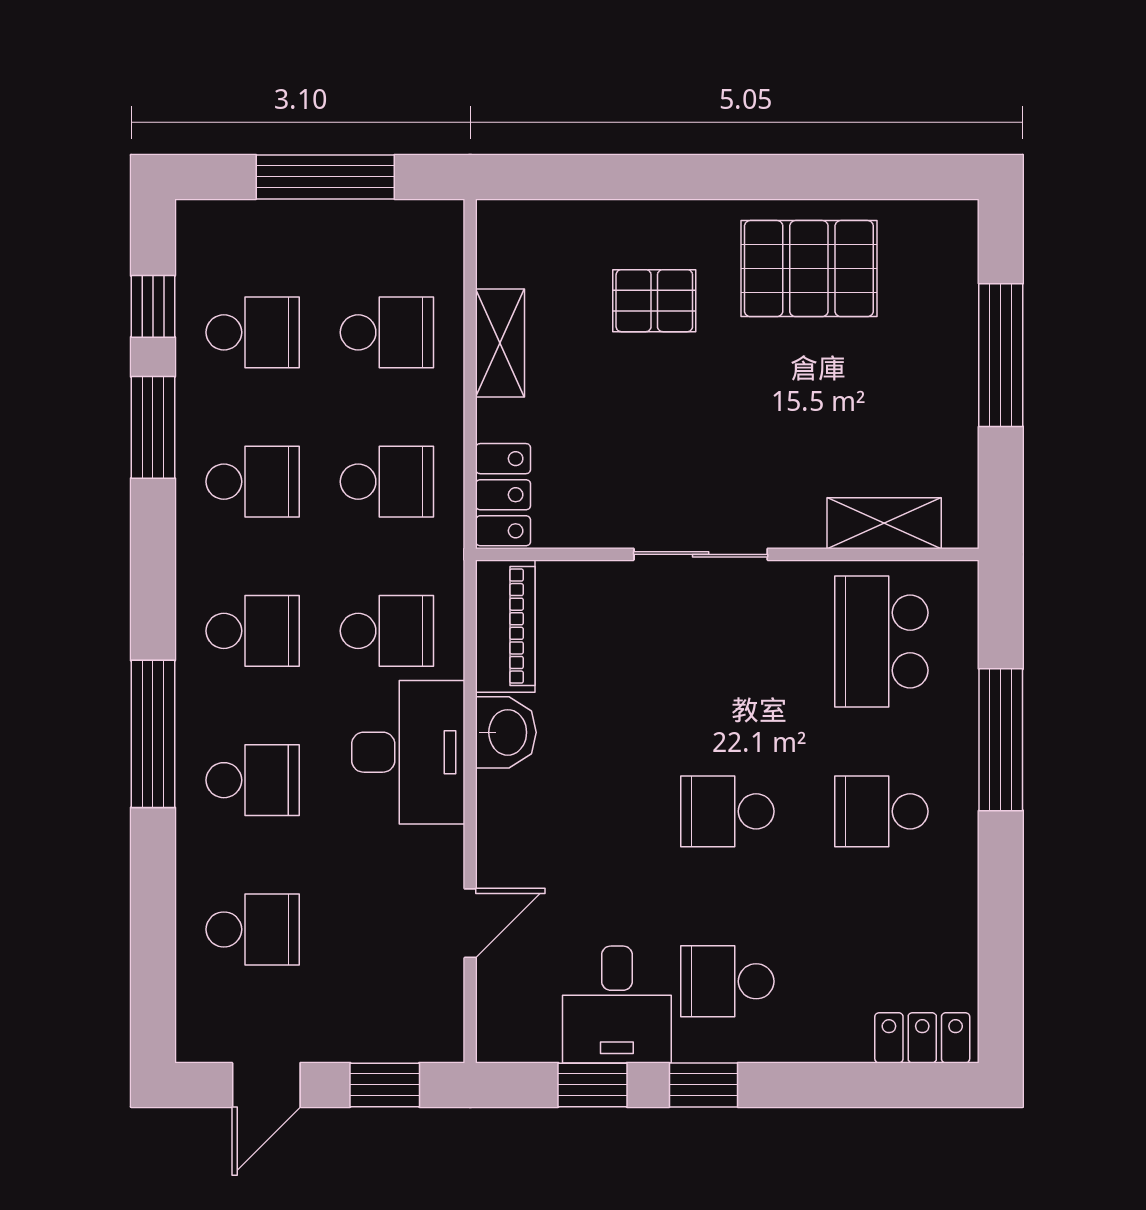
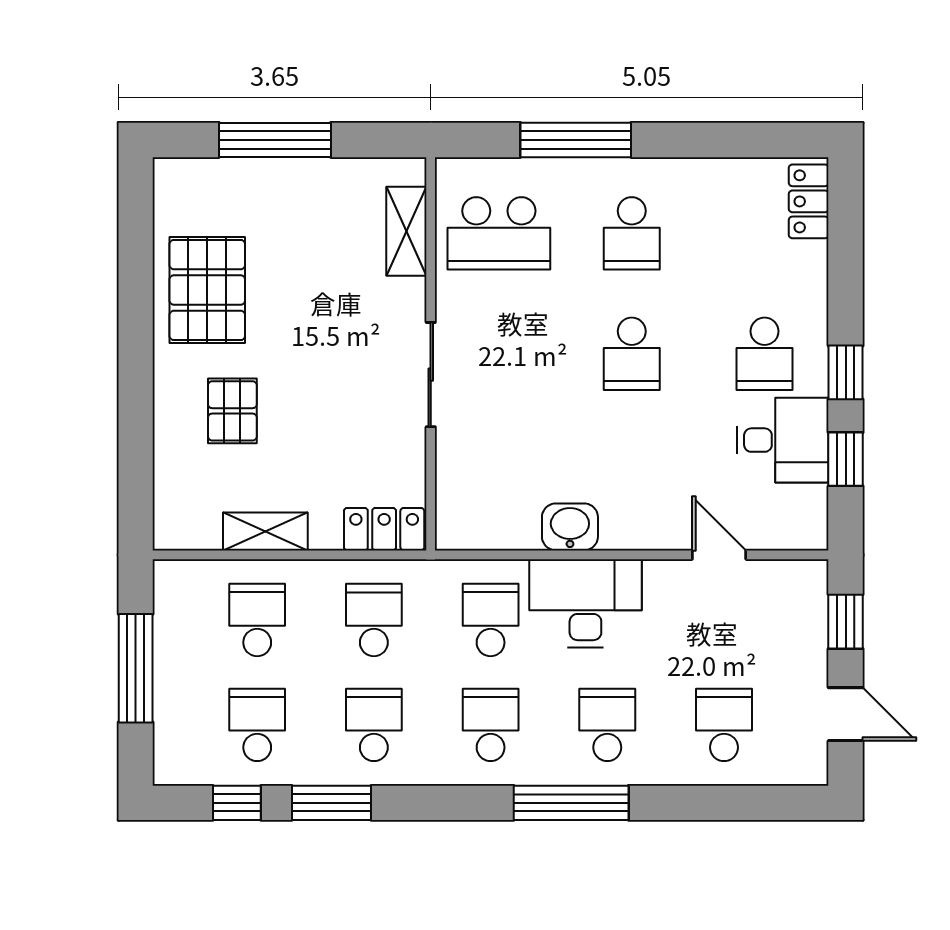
piano: (505, 626) -> (487, 527), removed

